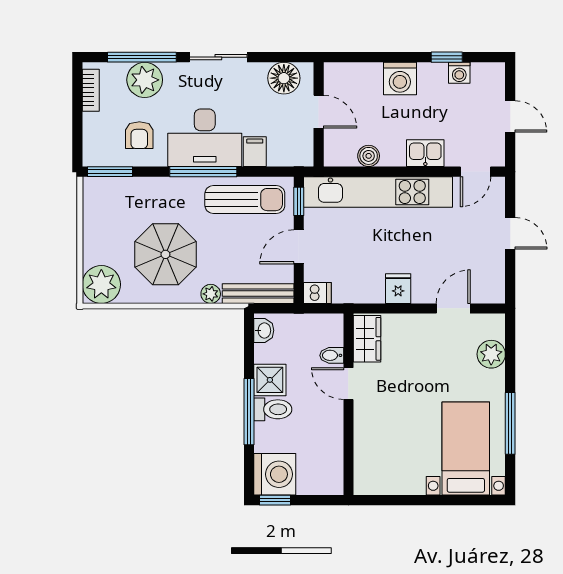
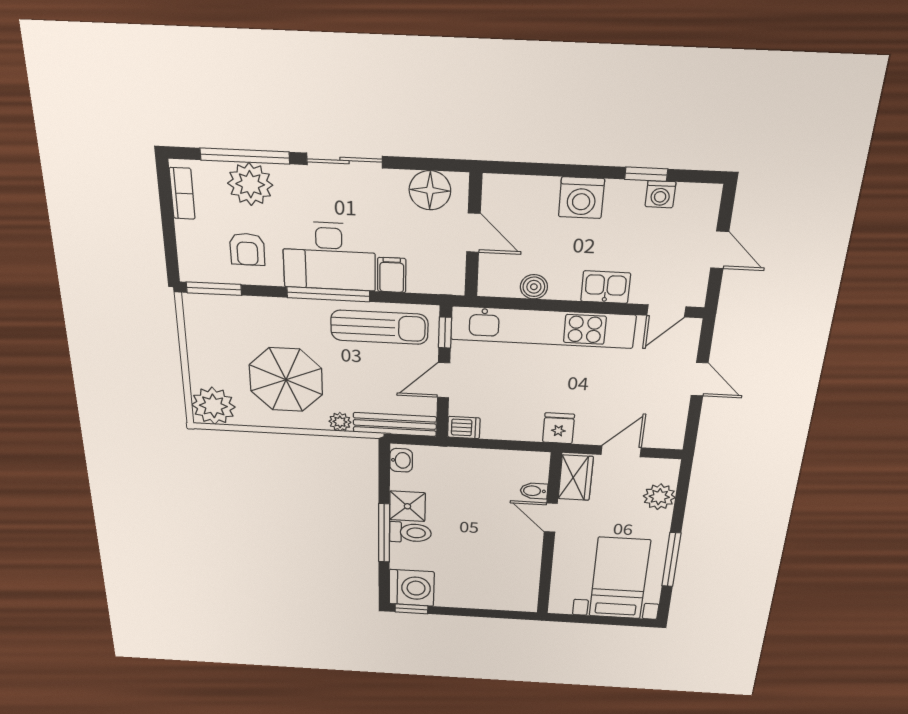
wardrobe: (367, 339) -> (576, 478), moved
bidet: (332, 355) -> (534, 491), moved
door: (348, 384) -> (551, 518), moved
wall: (348, 404) -> (549, 536), moved

